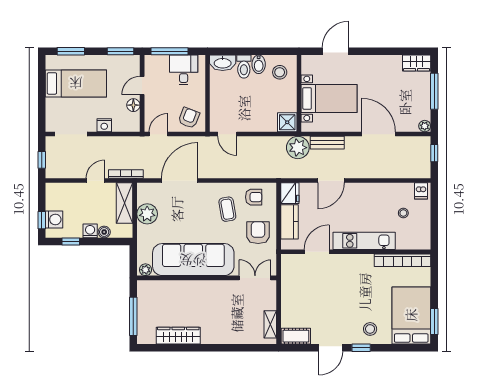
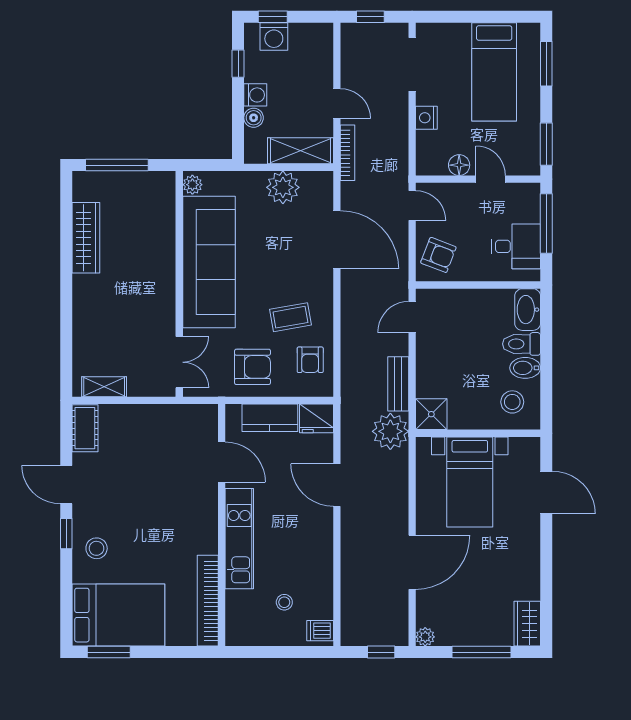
bench: (327, 143) -> (398, 384), moved

